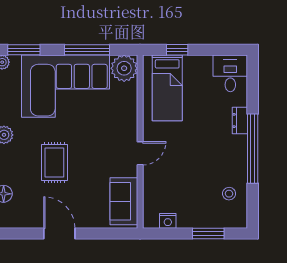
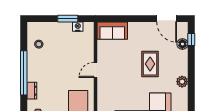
sofa: (124, 201) -> (112, 31), moved, turned 90
door: (59, 234) -> (167, 19), moved
window: (208, 234) -> (68, 19), moved

